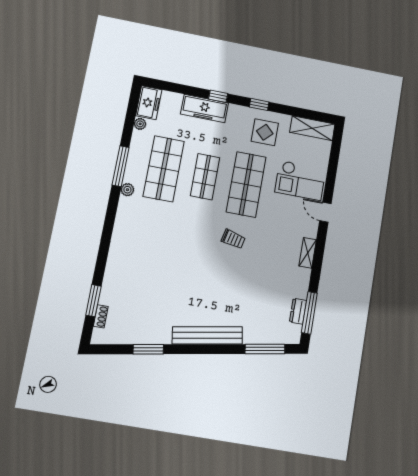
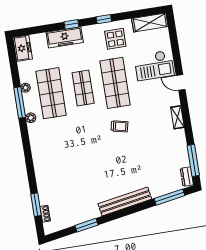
plant: (140, 124) -> (26, 88), moved
dresser: (298, 311) -> (187, 177), moved

